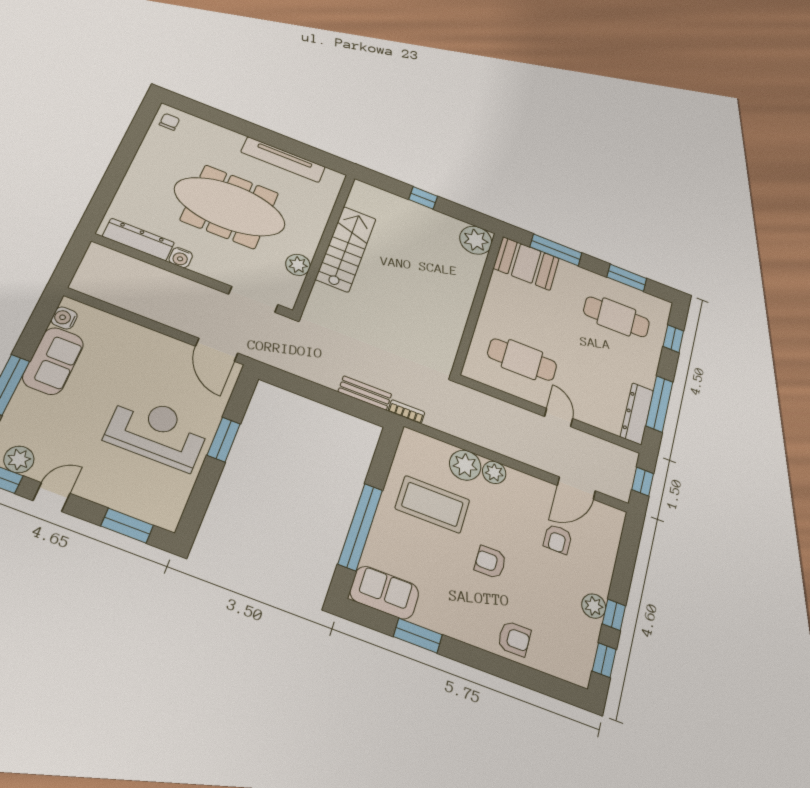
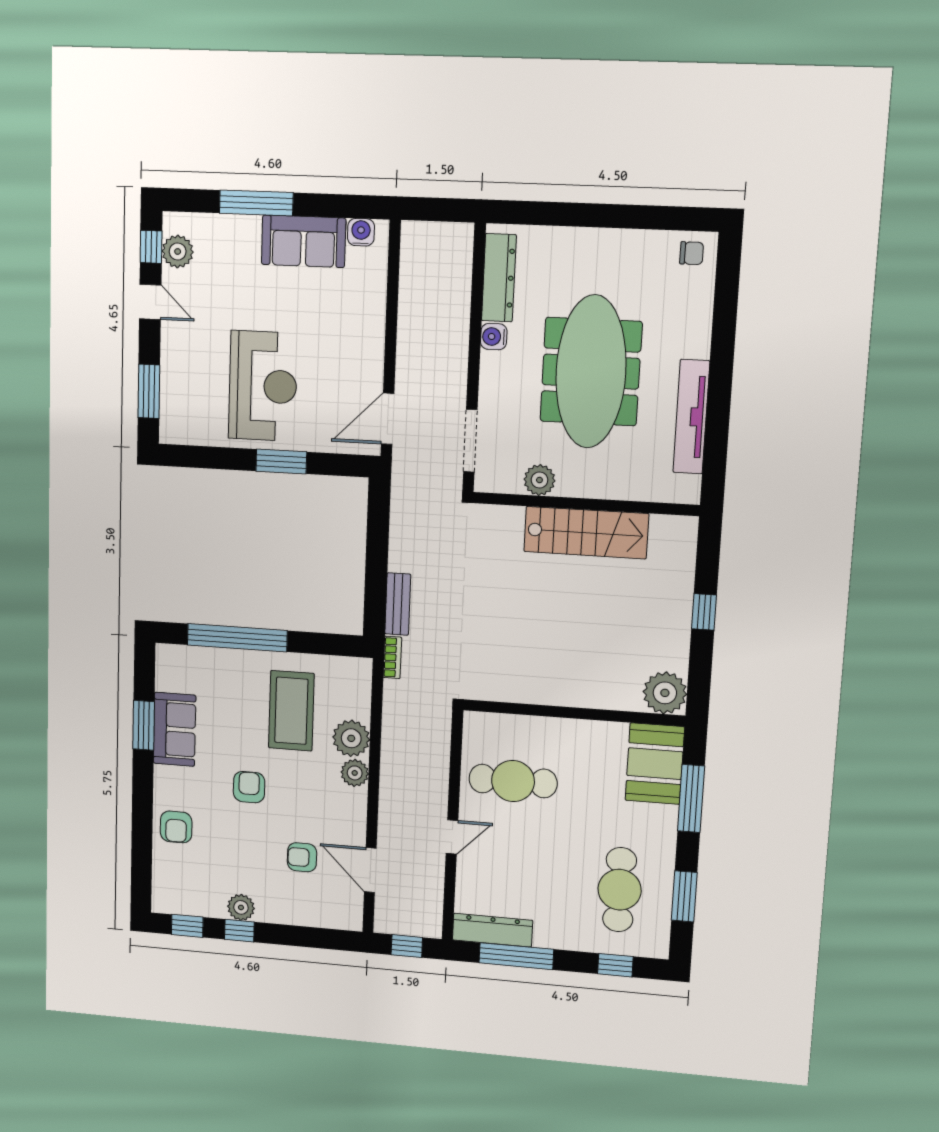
cafe table: (522, 360) -> (513, 781), turned 90
sofa: (384, 593) -> (174, 729), moved

